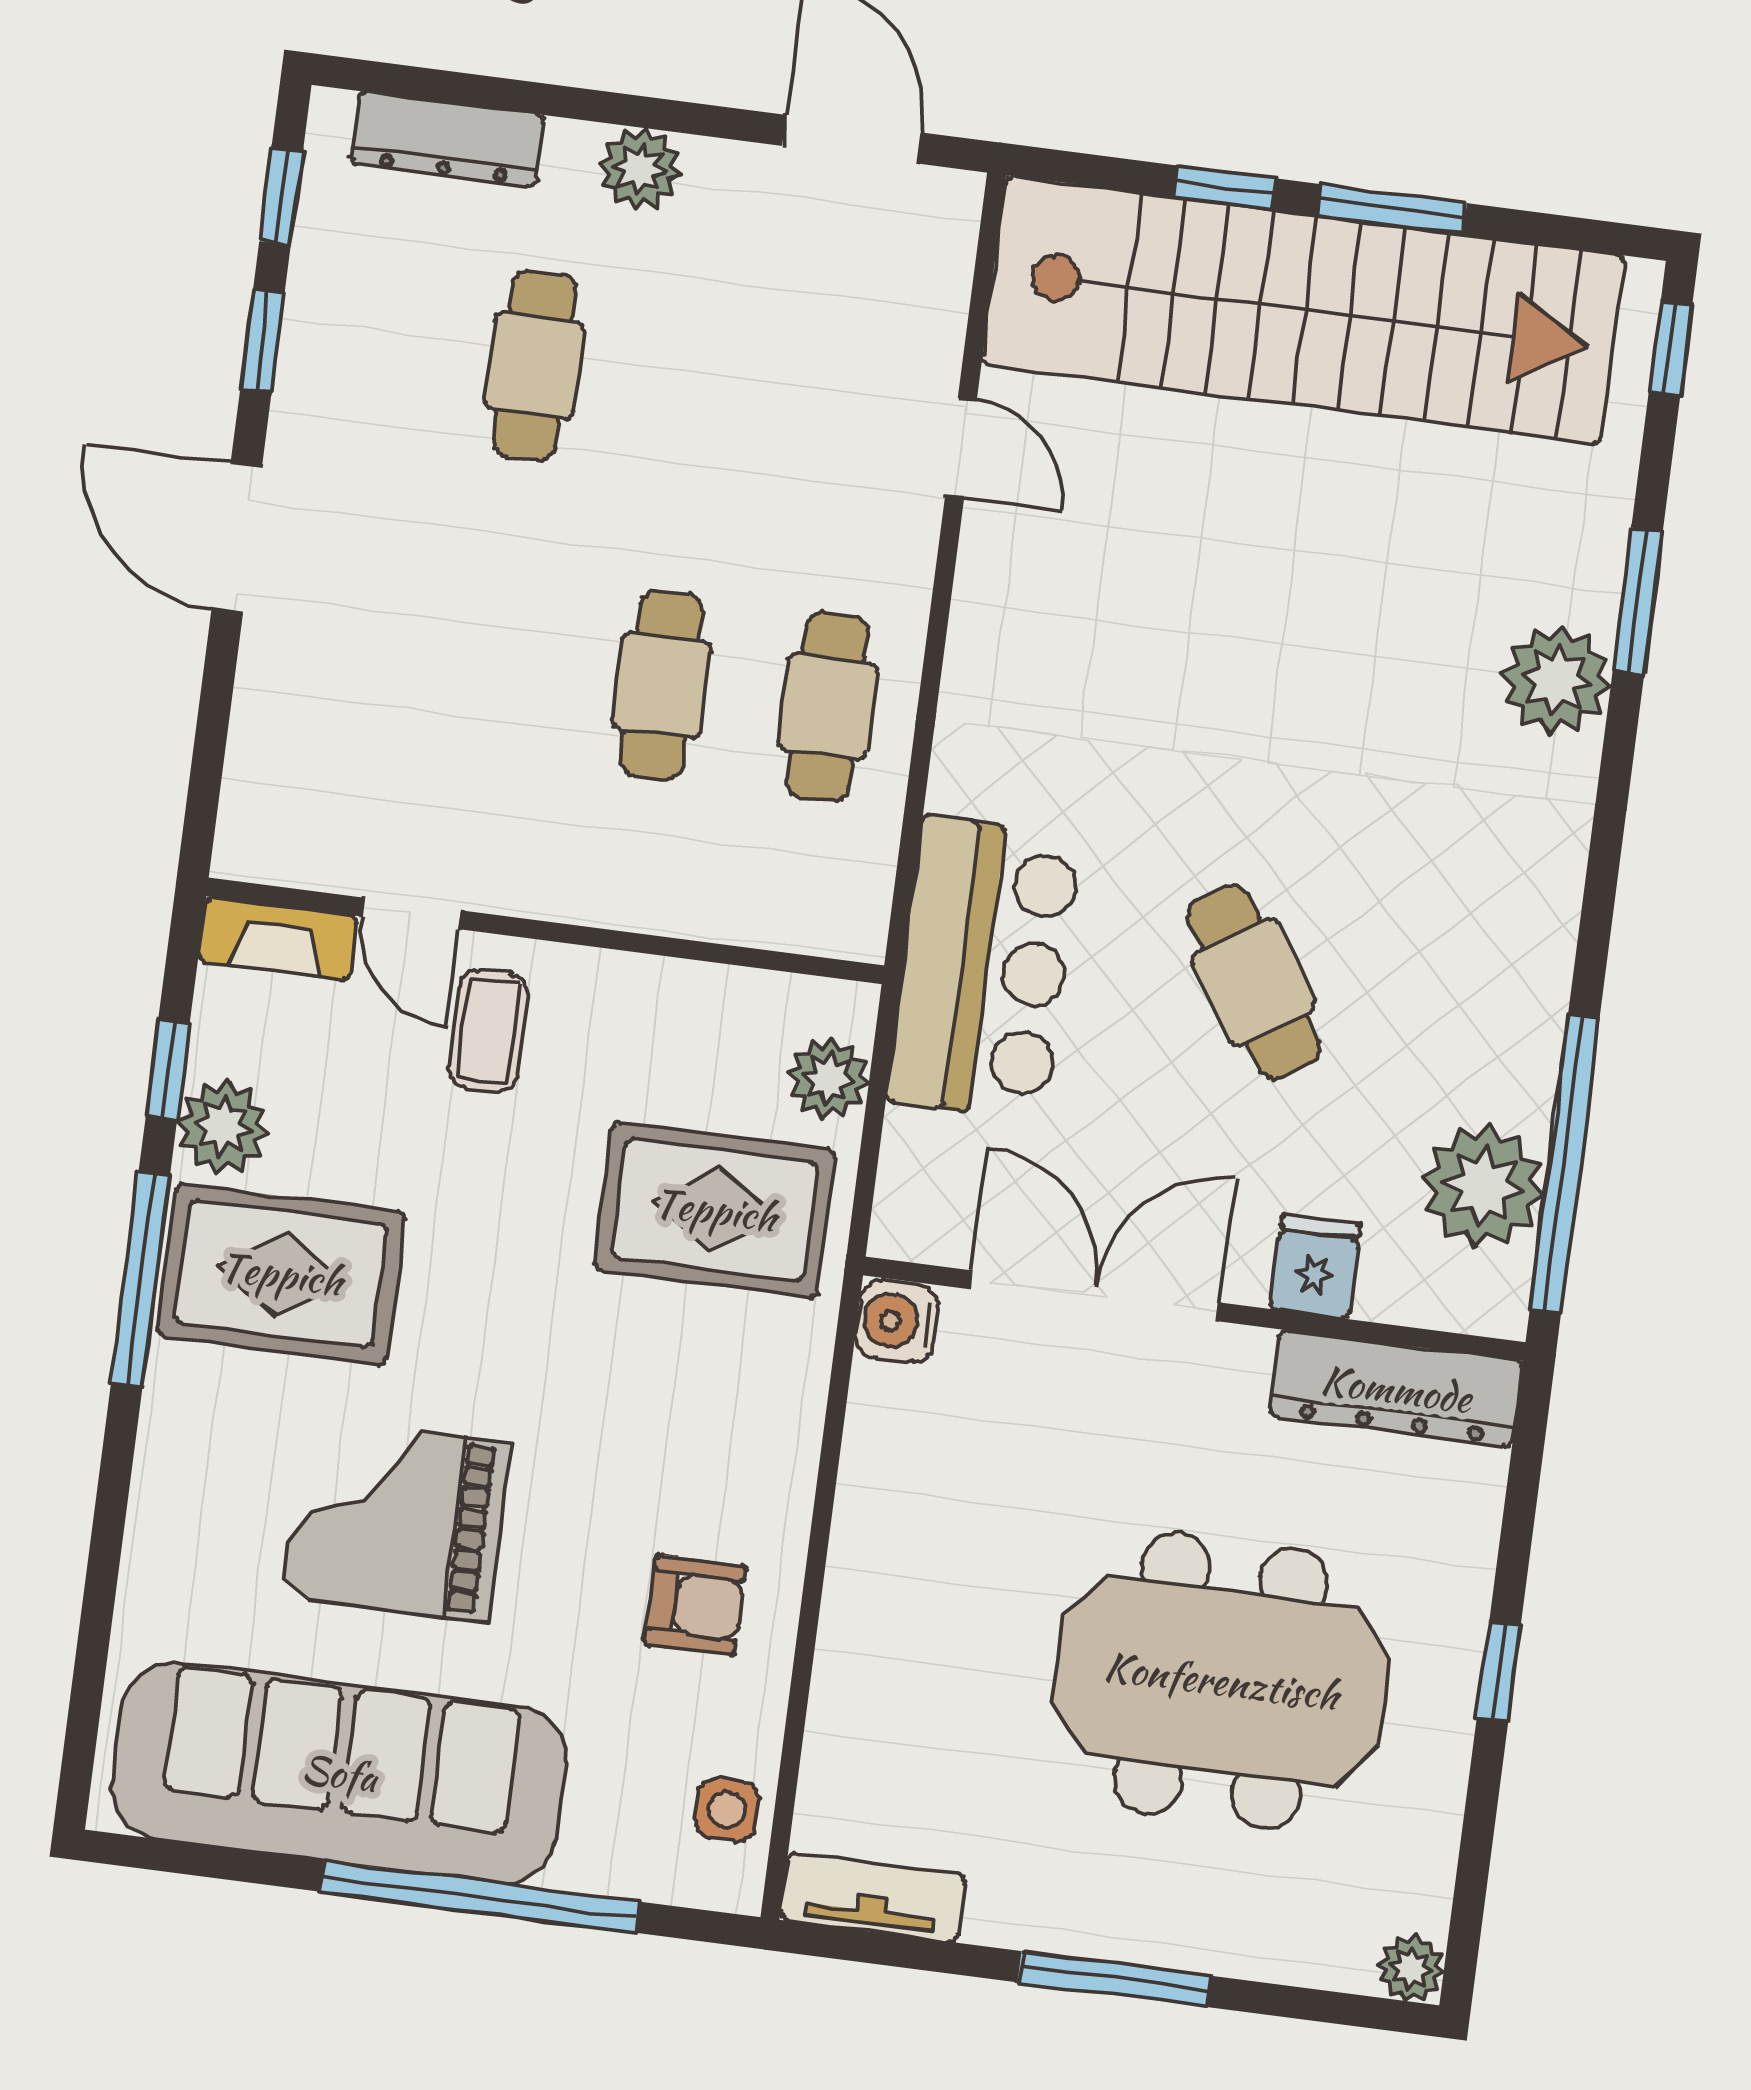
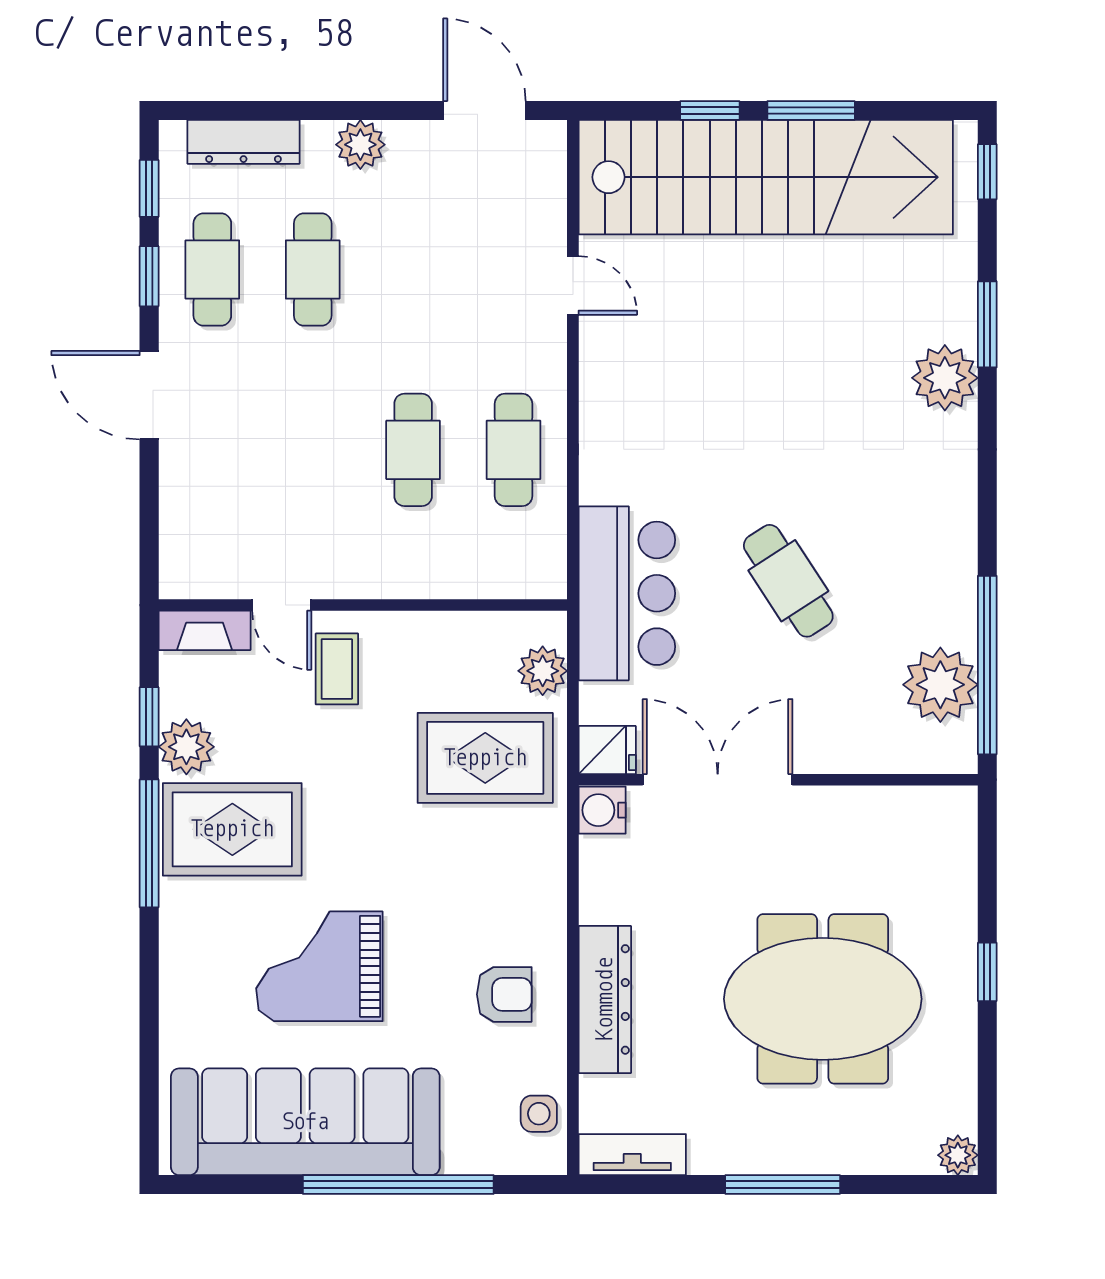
cafe table: (368, 344) -> (212, 270), added
fridge: (1315, 1267) -> (607, 750), moved, turned 90
dresser: (1396, 1389) -> (605, 999), moved, turned -90

